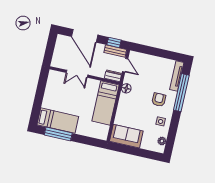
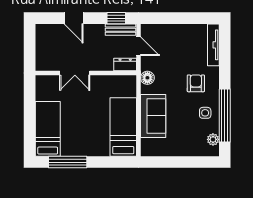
door: (85, 36) -> (74, 18), width x0.53
window: (181, 93) -> (225, 115), moved
bed: (105, 103) -> (123, 127), moved, turned 180
bed: (58, 121) -> (48, 129), moved, turned -90
sofa: (126, 136) -> (153, 116), moved, turned 90

